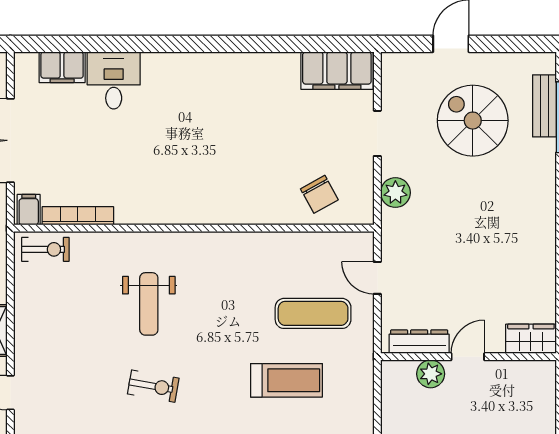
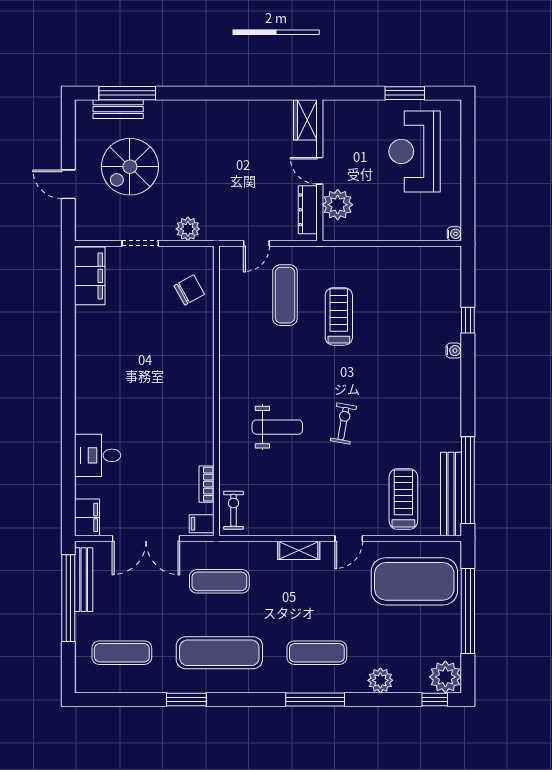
filing cabinet: (62, 67) -> (87, 517), moved
bookcase: (78, 216) -> (206, 484), width x0.64
plant: (431, 374) -> (338, 205), width x1.36, depth x1.36

